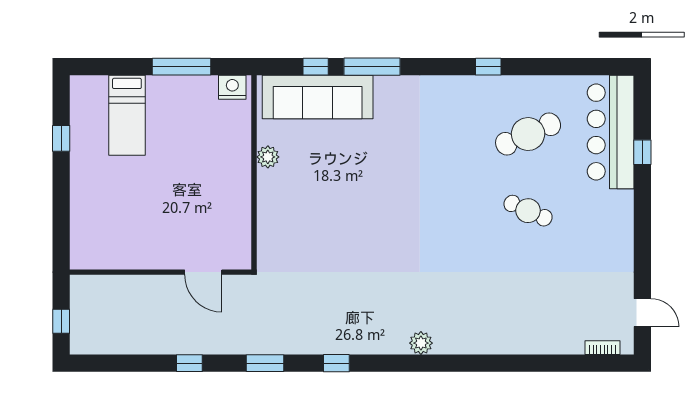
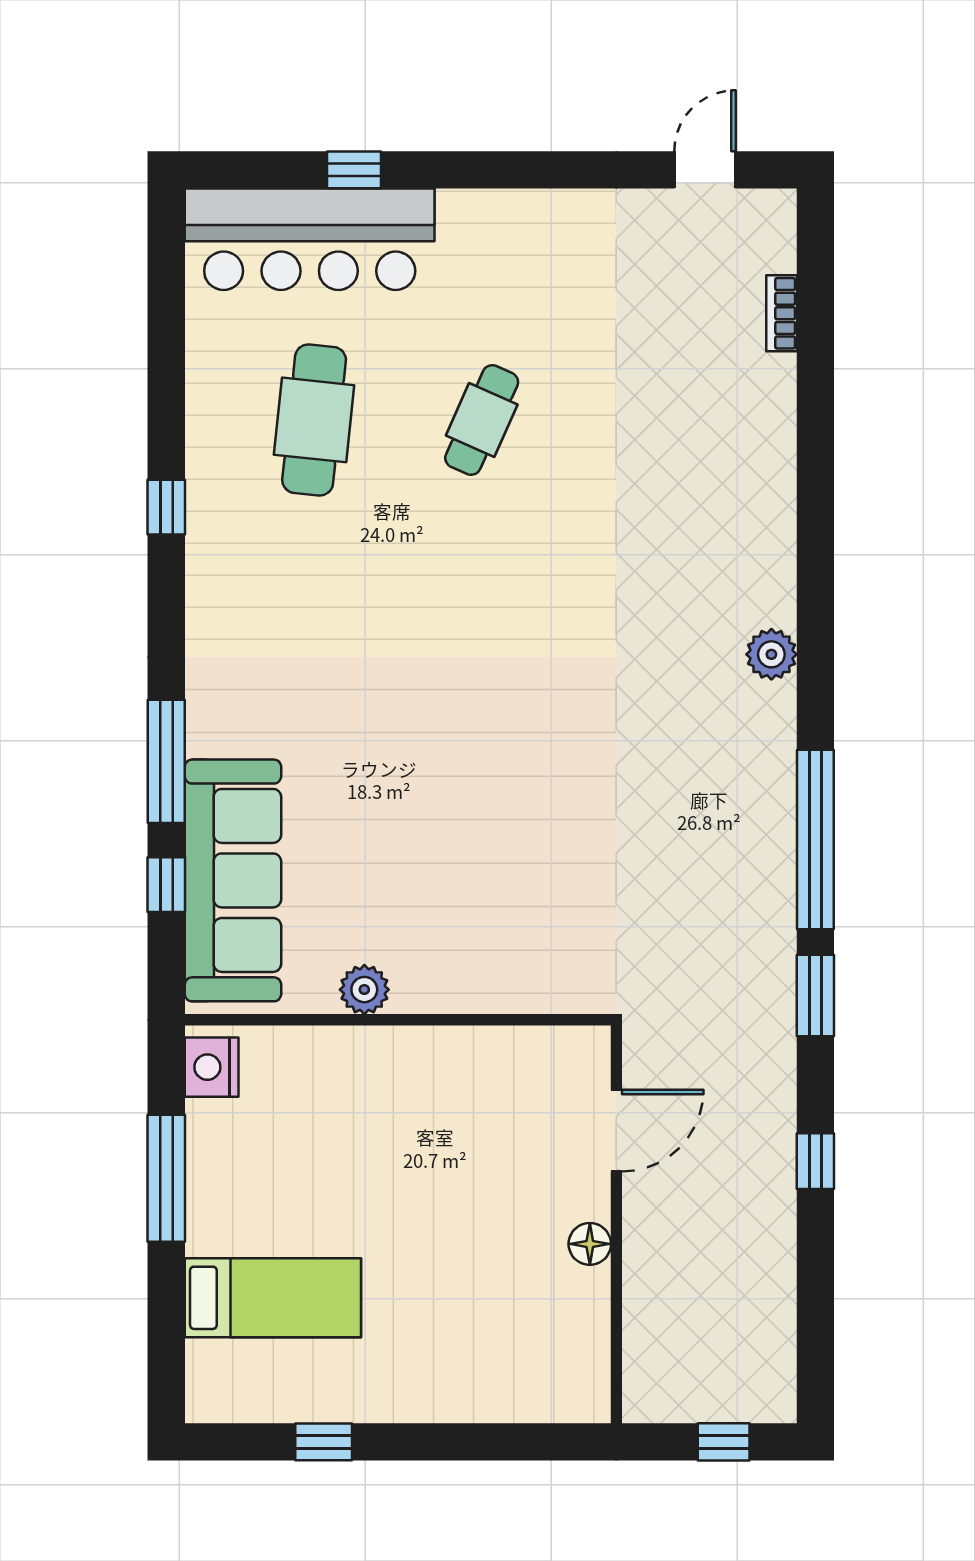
cafe table: (528, 134) -> (314, 420), turned 30
floor lamp: (152, 260) -> (590, 1244), added
bookcase: (602, 348) -> (782, 313), moved
window: (336, 363) -> (815, 839), width x3.17

